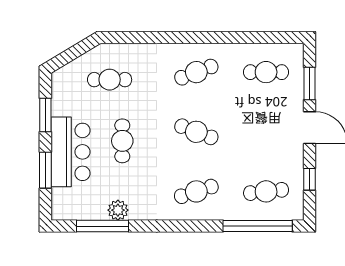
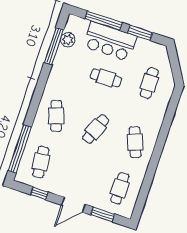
window: (45, 170) -> (104, 21), width x1.44
plant: (118, 210) -> (68, 40), moved

